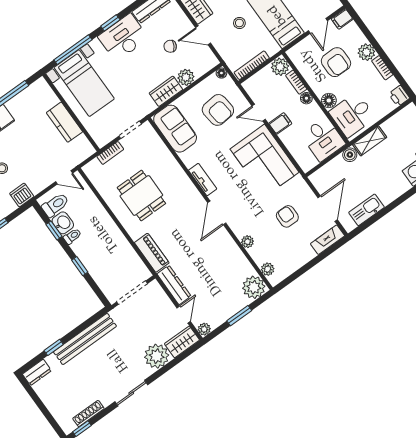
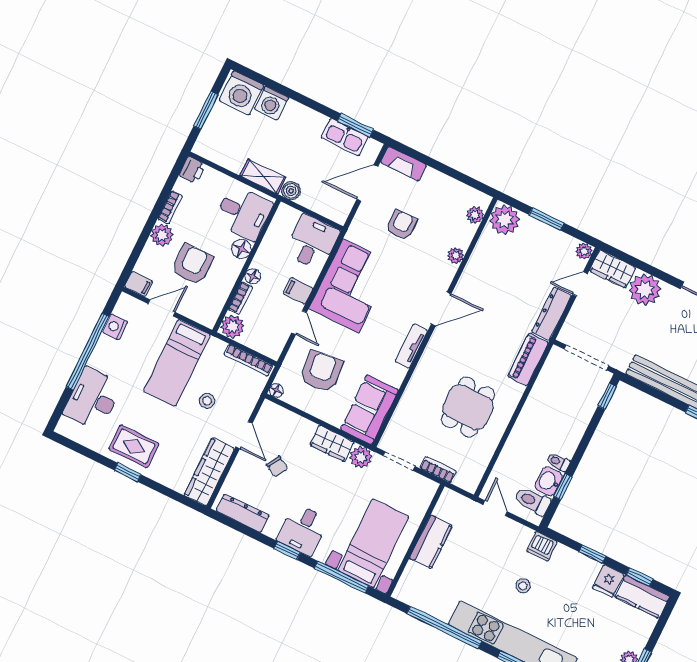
desk: (123, 37) -> (303, 530), width x0.73
plant: (186, 77) -> (361, 457), moved
desk: (323, 139) -> (312, 242), moved
armchair: (287, 216) -> (401, 225), turned 180
window: (371, 221) -> (355, 125), added
window: (80, 266) -> (607, 396), moved

